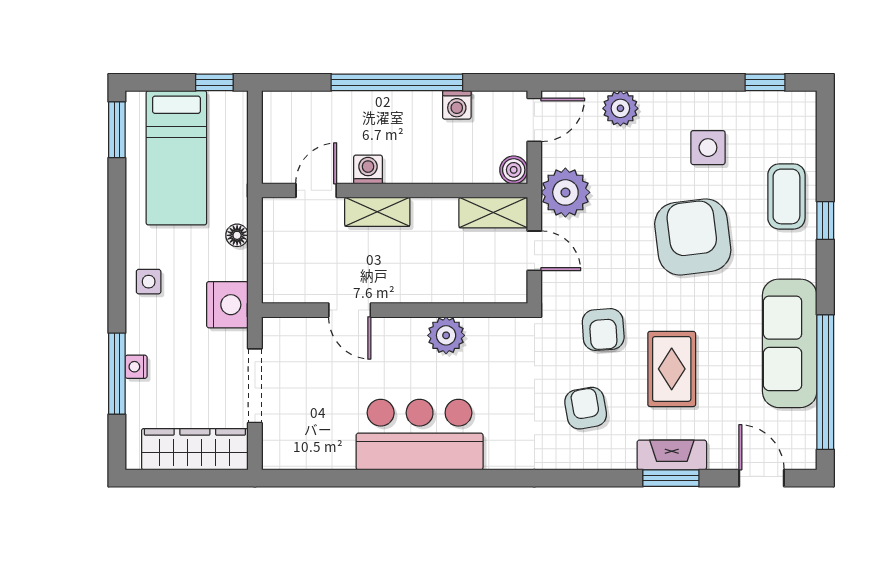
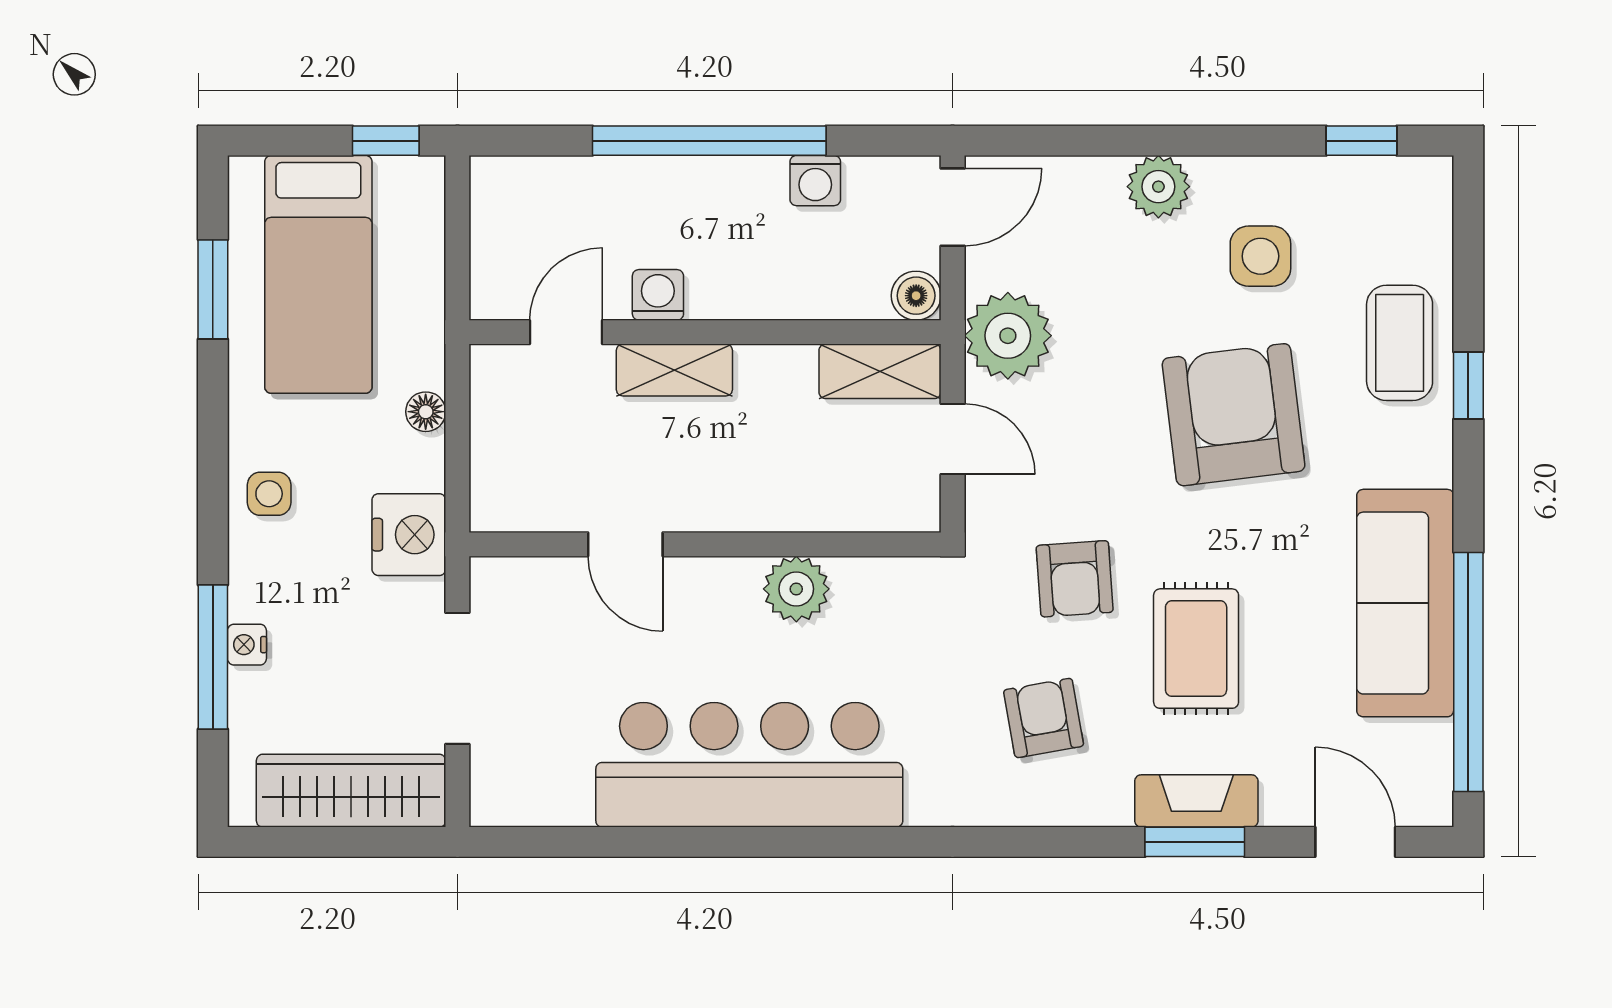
plant: (620, 108) -> (1158, 187), moved
window: (117, 130) -> (213, 289), moved
bar counter: (420, 435) -> (749, 765), width x1.36

